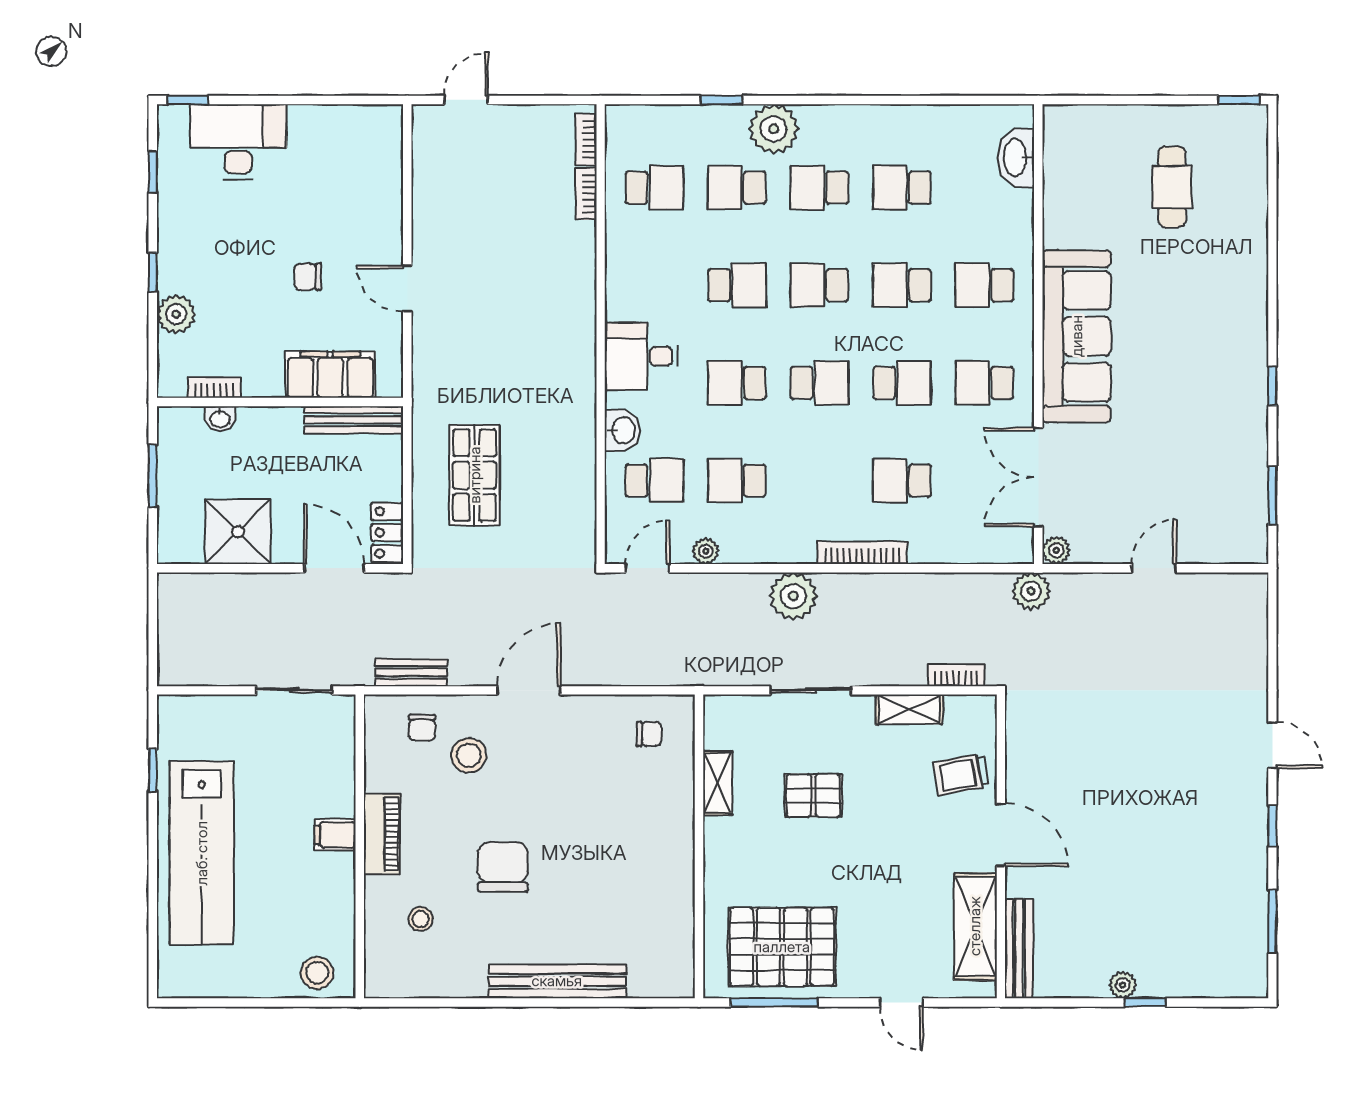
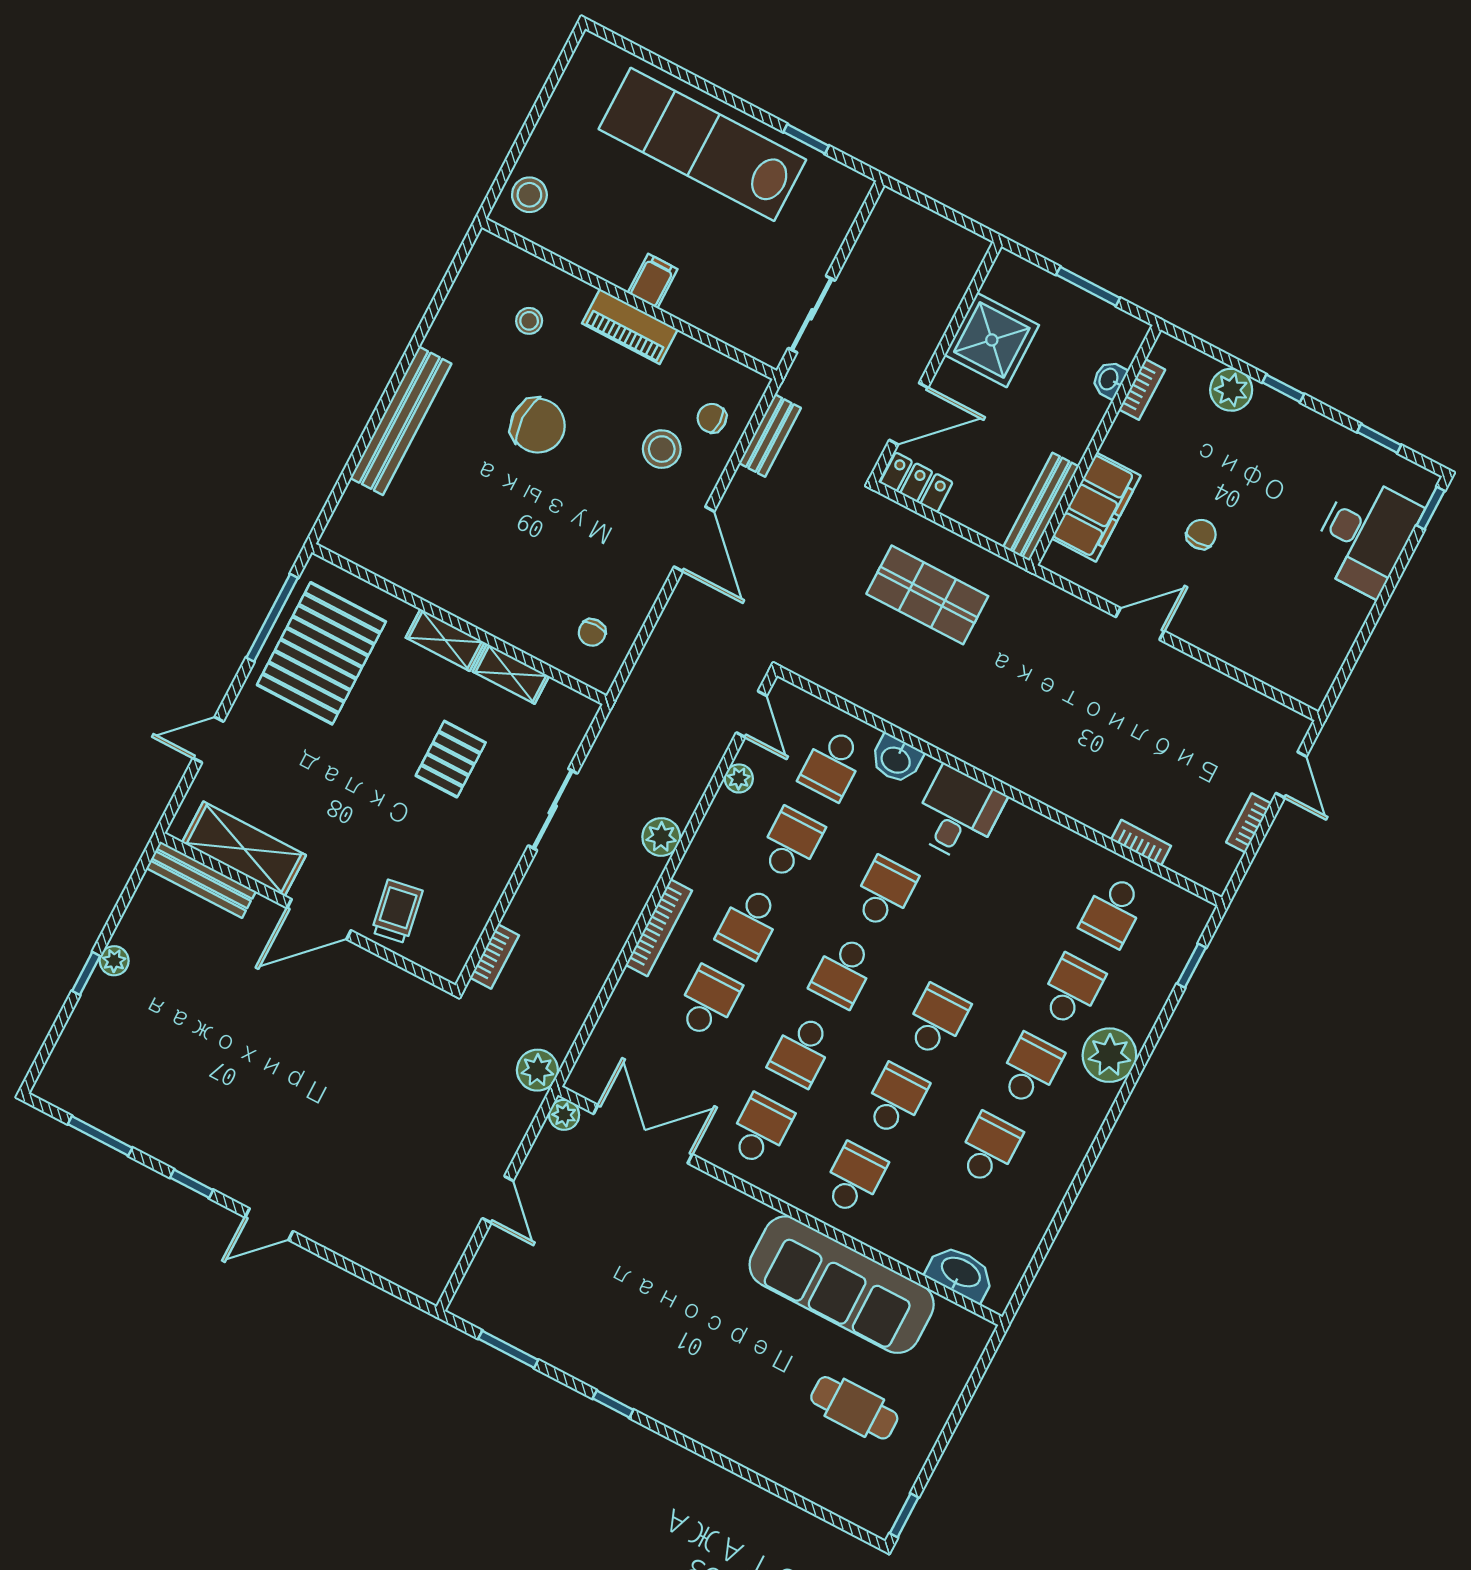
window: (722, 100) -> (1191, 966), moved
bookcase: (586, 140) -> (1249, 823), moved, turned -90
school desk: (737, 285) -> (749, 923), moved
sofa: (1077, 336) -> (842, 1285), moved
plant: (793, 596) -> (661, 837), width x0.73, depth x0.73
shelving: (909, 709) -> (445, 640), moved, turned 90

